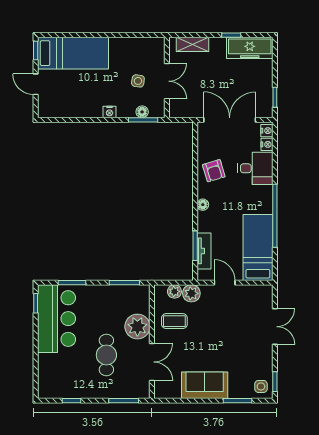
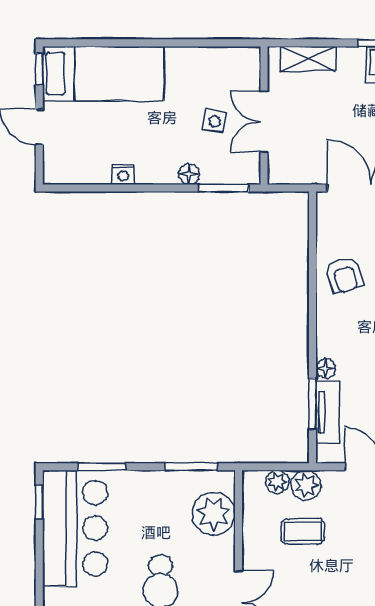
double door: (167, 81) -> (264, 122), swing flipped
nightstand: (109, 112) -> (123, 174), moved
floor lamp: (142, 112) -> (189, 174), moved
floor lamp: (203, 205) -> (326, 368), moved
coffee table: (174, 321) -> (303, 532), moved
plant: (137, 327) -> (214, 514), moved

